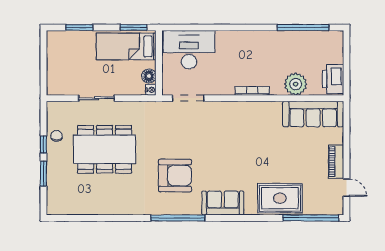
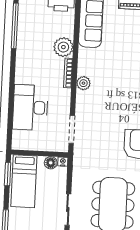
desk: (189, 50) -> (30, 107), moved
plant: (296, 84) -> (63, 47), moved
plant: (242, 109) -> (83, 83), added

